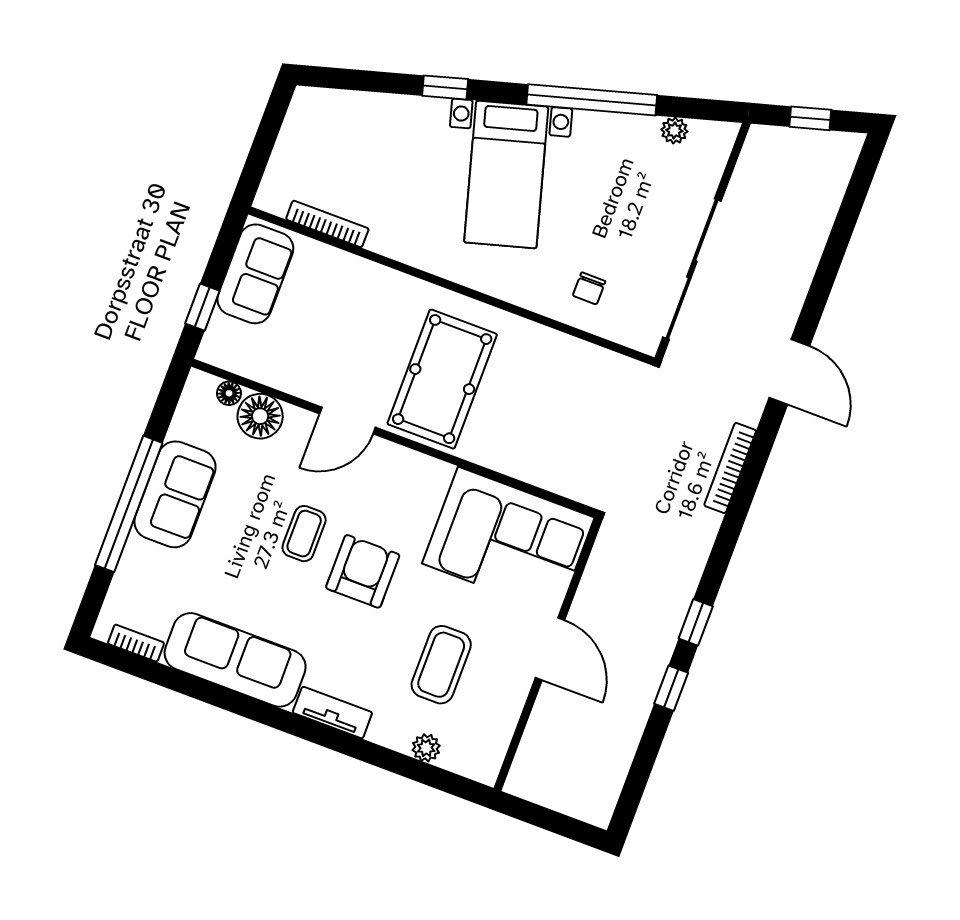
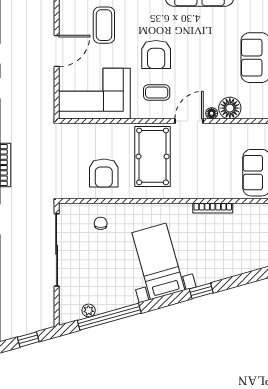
window: (592, 100) -> (109, 317), moved
bookcase: (327, 224) -> (213, 208), moved
armchair: (547, 382) -> (104, 173), added
floor lamp: (229, 393) -> (212, 113), moved
coffee table: (304, 534) -> (157, 92), moved, turned 90
door: (550, 649) -> (57, 51), swing flipped

